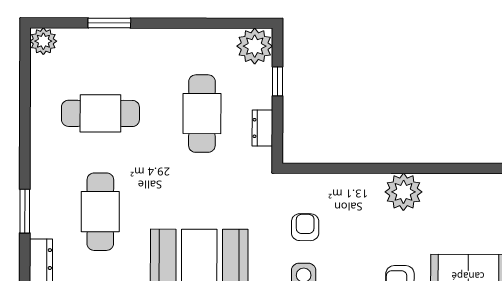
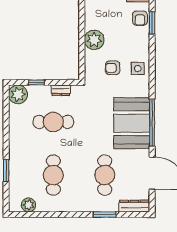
plant: (43, 41) -> (28, 205), moved
plant: (404, 192) -> (94, 40), moved
cafe table: (100, 212) -> (105, 175), turned 90

